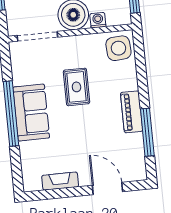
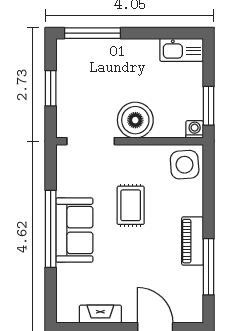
washing machine: (98, 20) -> (195, 129), moved

